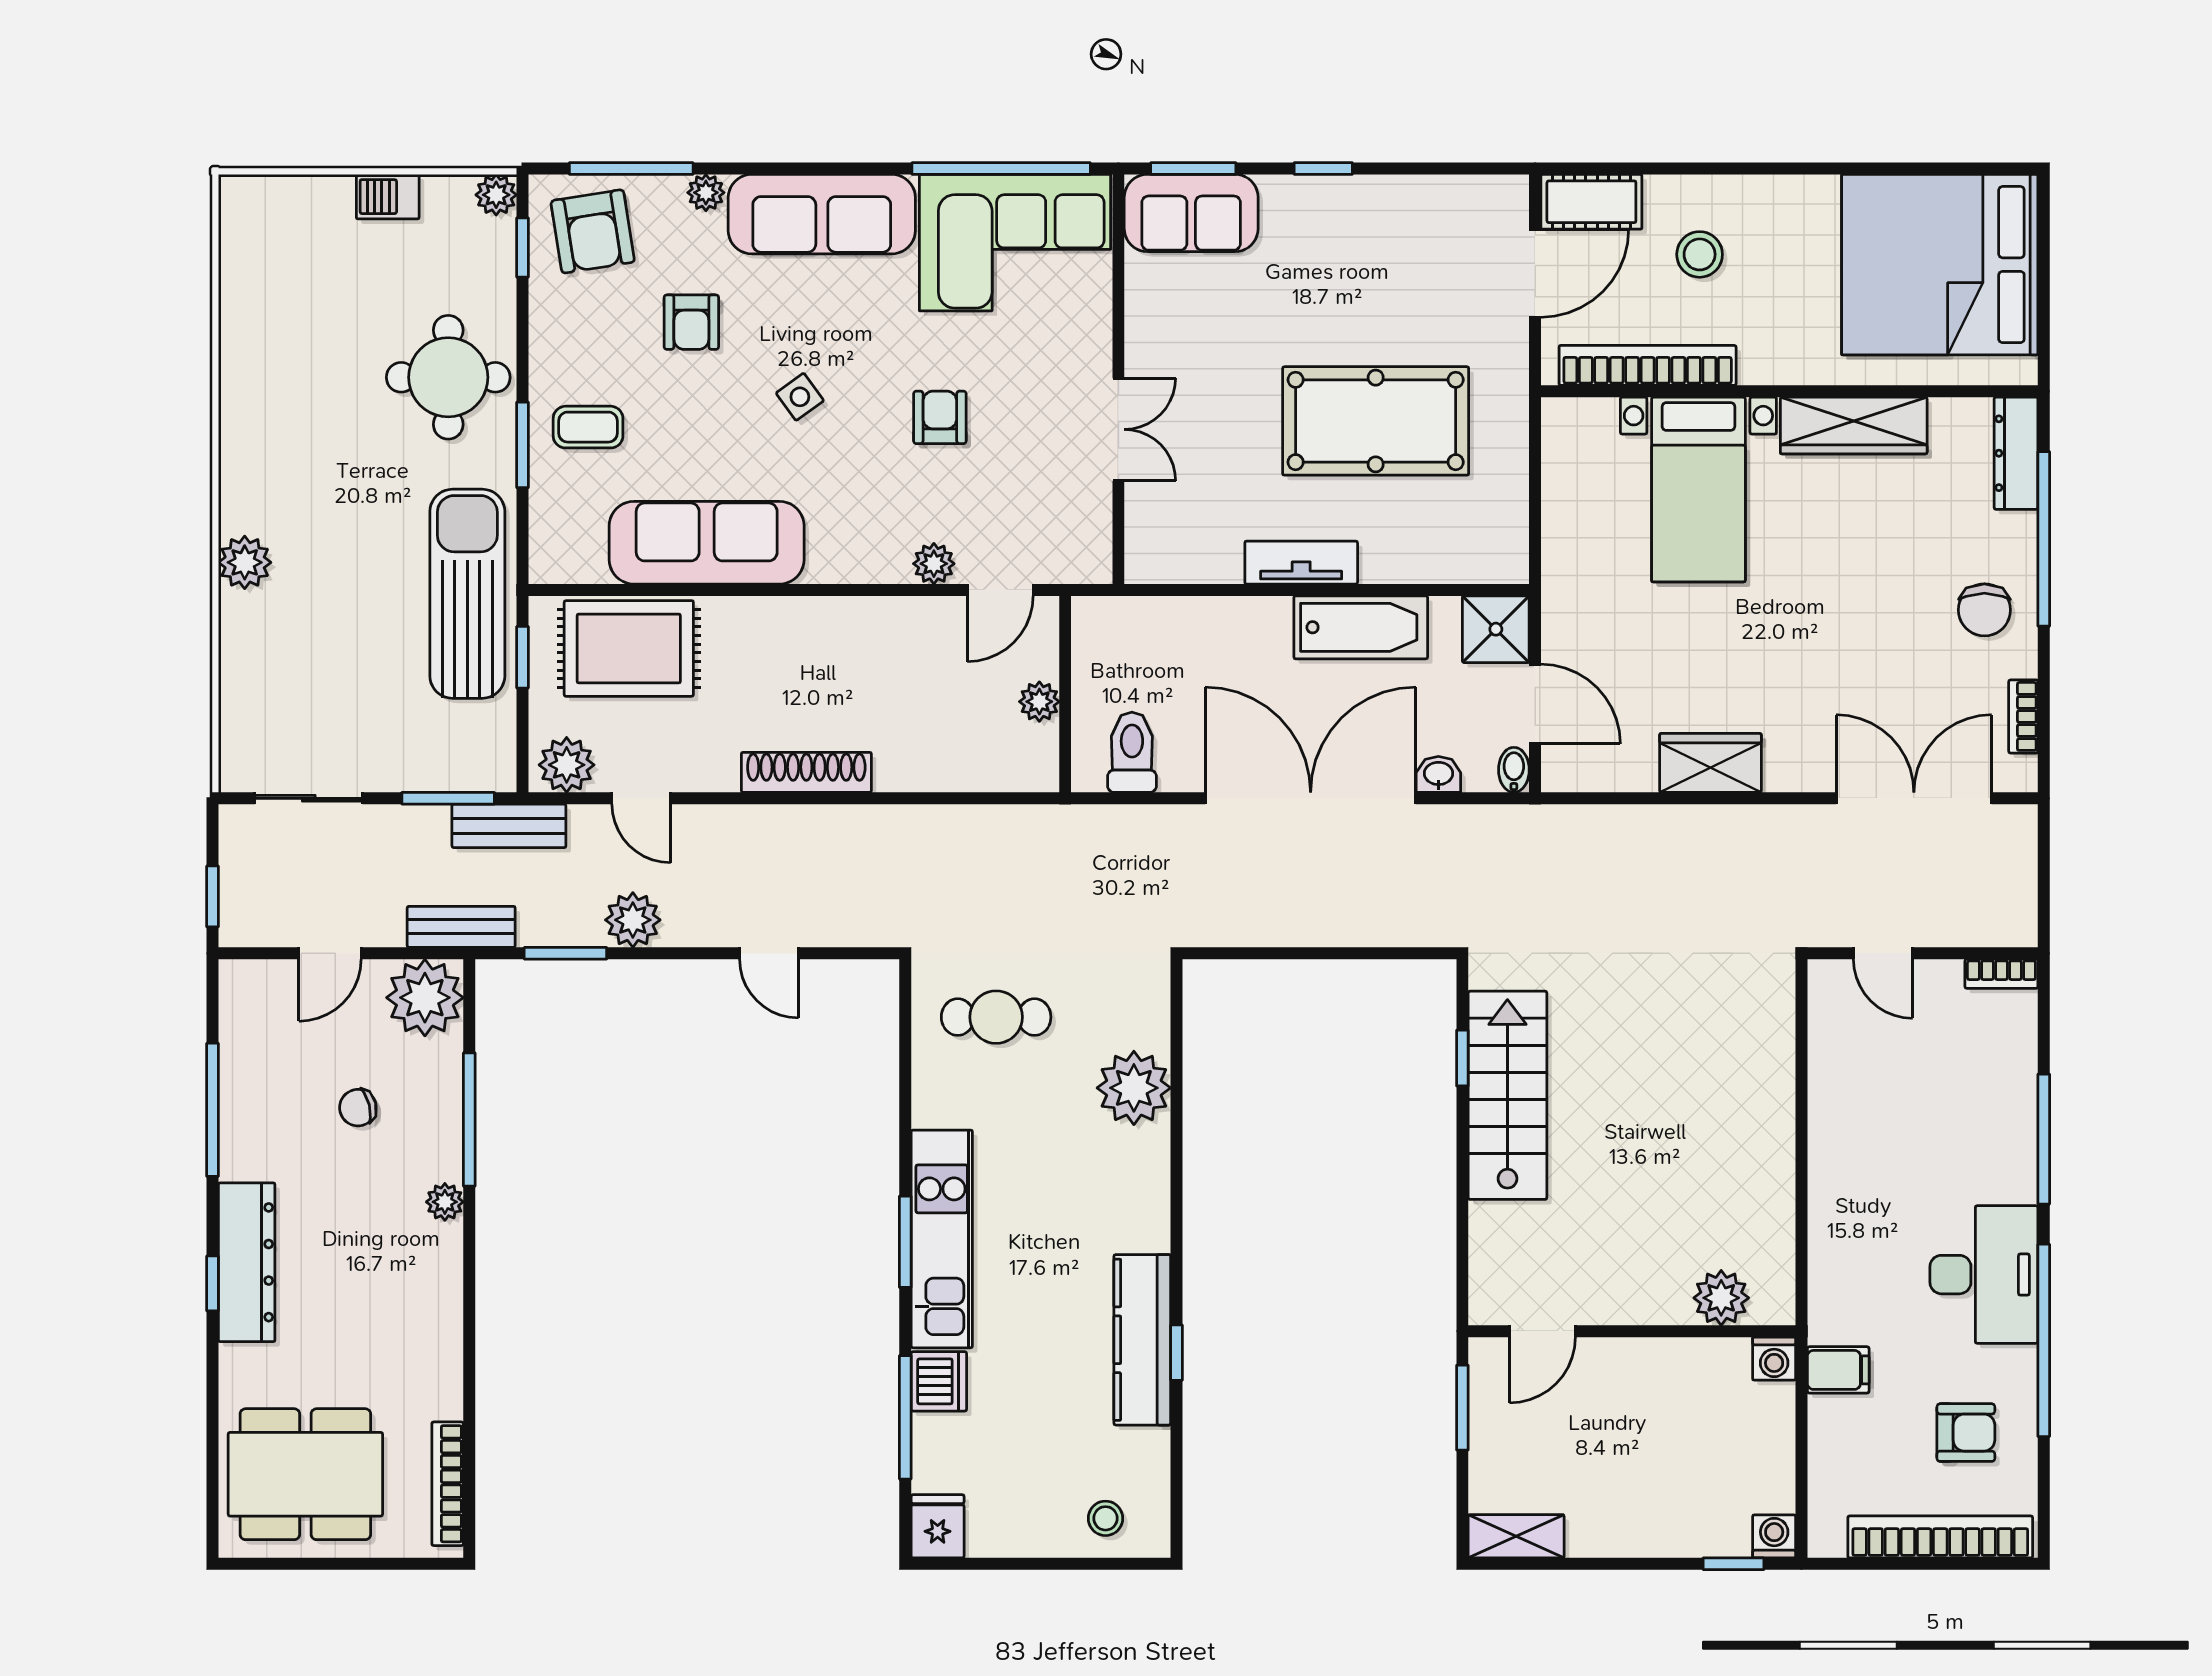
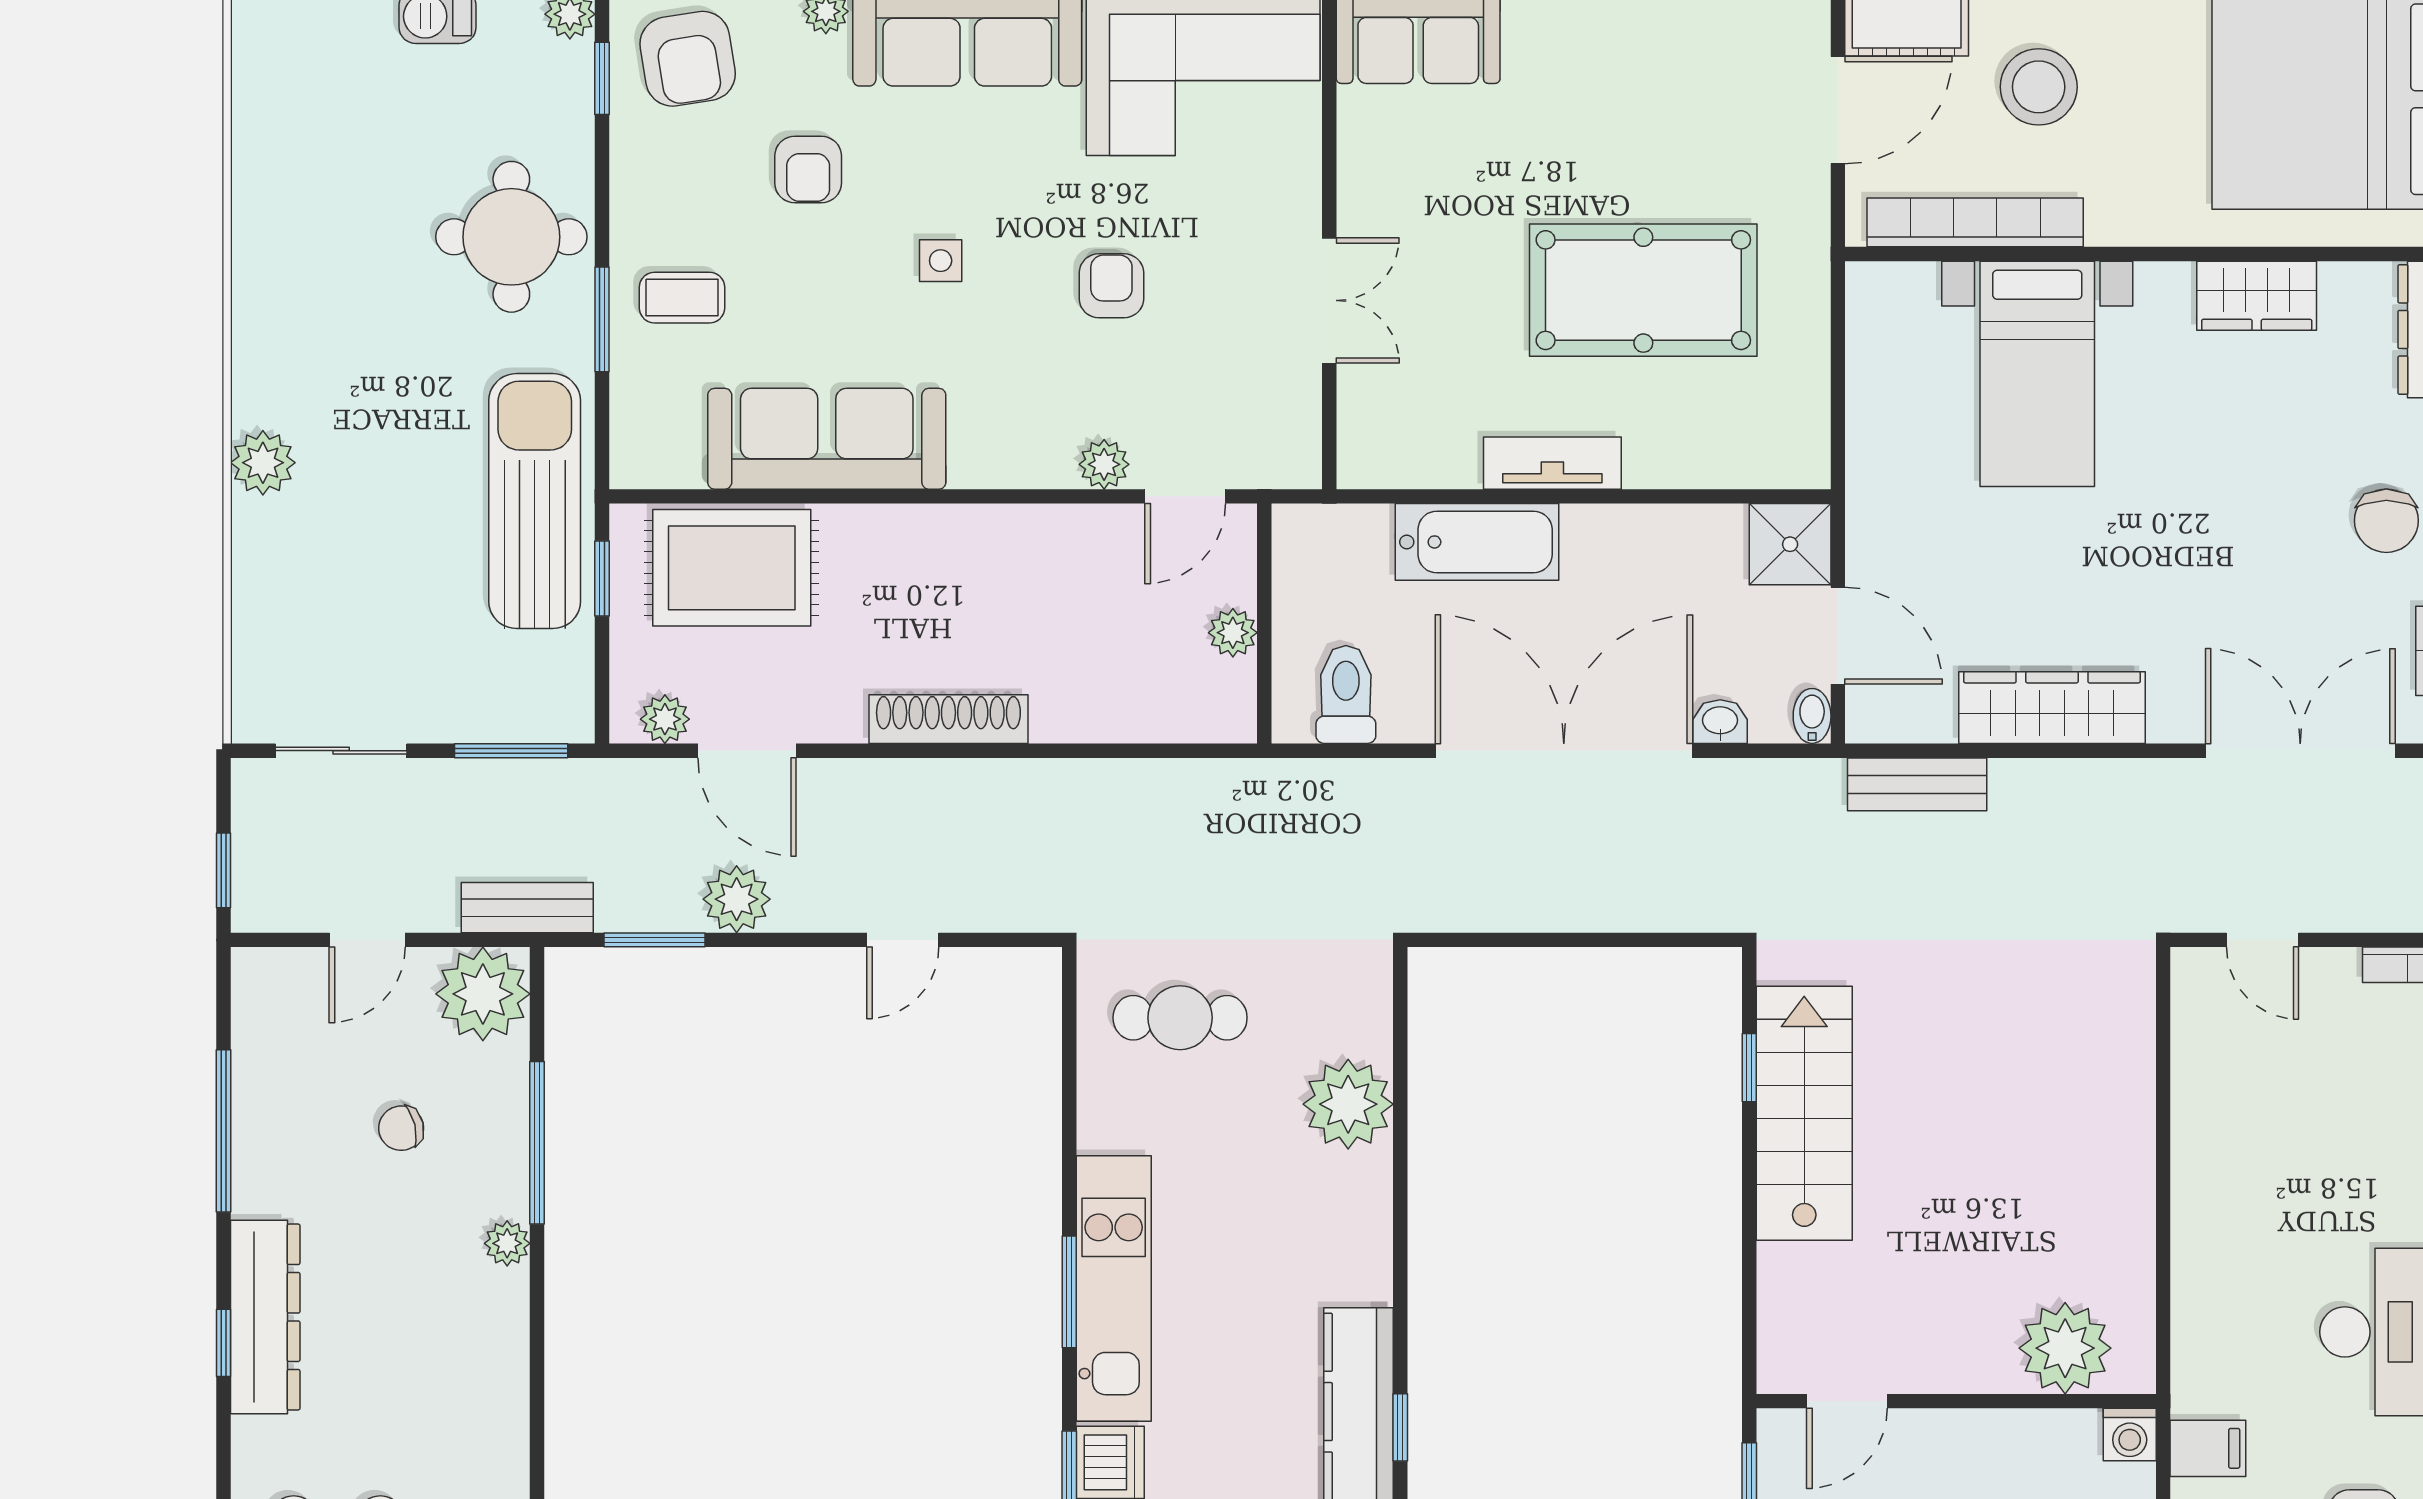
stool: (1700, 254) -> (2039, 87), width x1.38, depth x1.38
side table: (800, 397) -> (941, 261), turned 36
wardrobe: (1854, 425) -> (2257, 296), width x0.67
bathtub: (1361, 627) -> (1477, 542), moved
wardrobe: (1710, 763) -> (2052, 708), width x1.50
plant: (567, 765) -> (665, 719), width x0.73, depth x0.73
door: (641, 798) -> (747, 751), width x1.38
bench: (509, 826) -> (1917, 784), moved
door: (769, 953) -> (903, 940), hinge flipped
plant: (1721, 1298) -> (2065, 1348), width x1.36, depth x1.36

